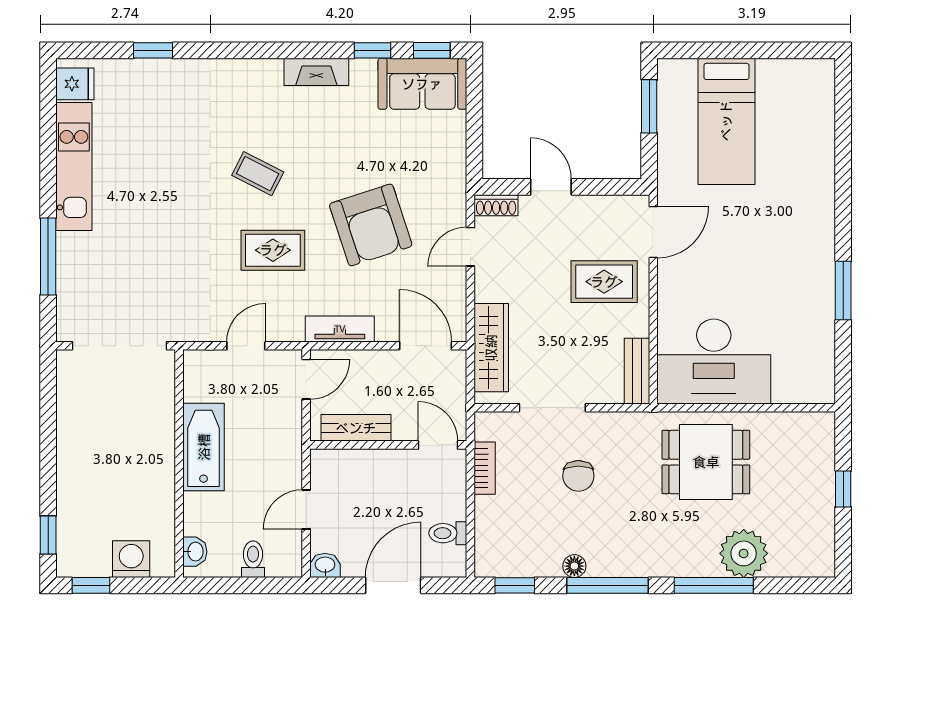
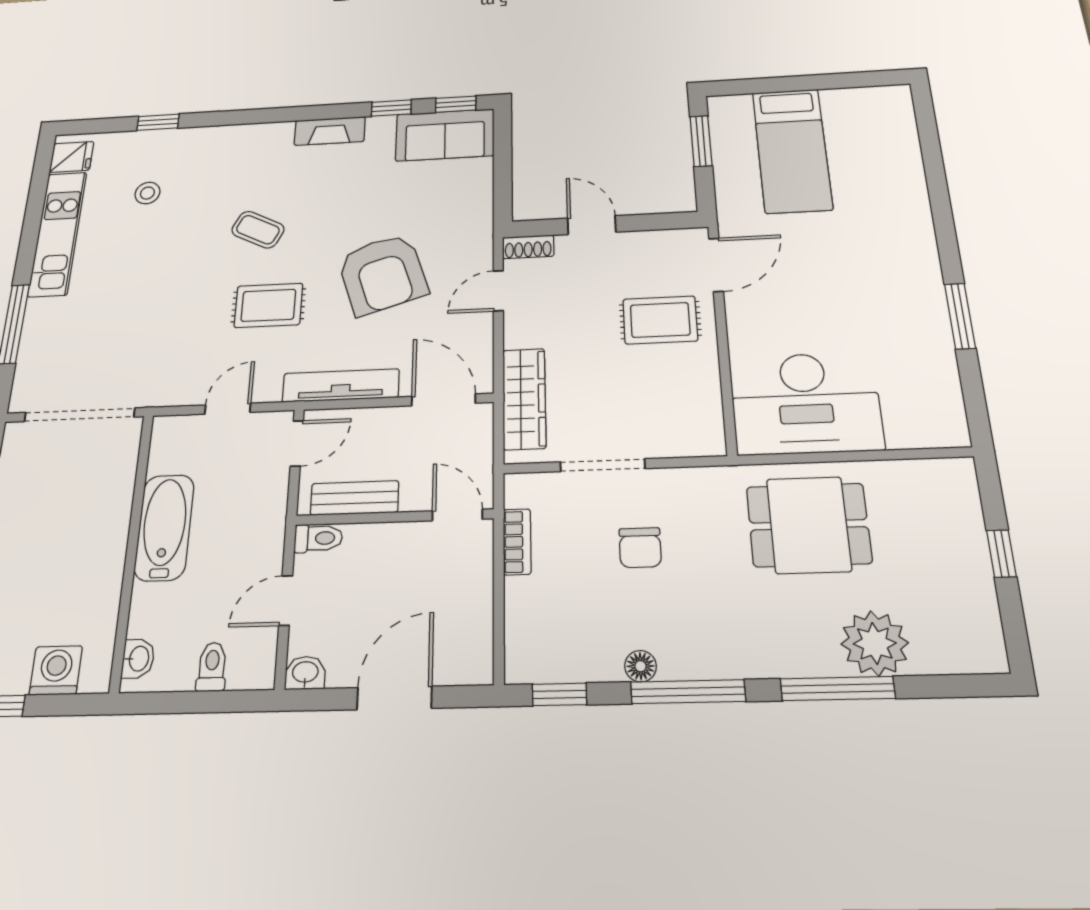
stool: (152, 128) -> (147, 193), added
tv unit: (340, 329) -> (341, 385), width x1.41
bench: (637, 371) -> (708, 418), removed
toilet: (448, 533) -> (318, 538), moved, turned 180

